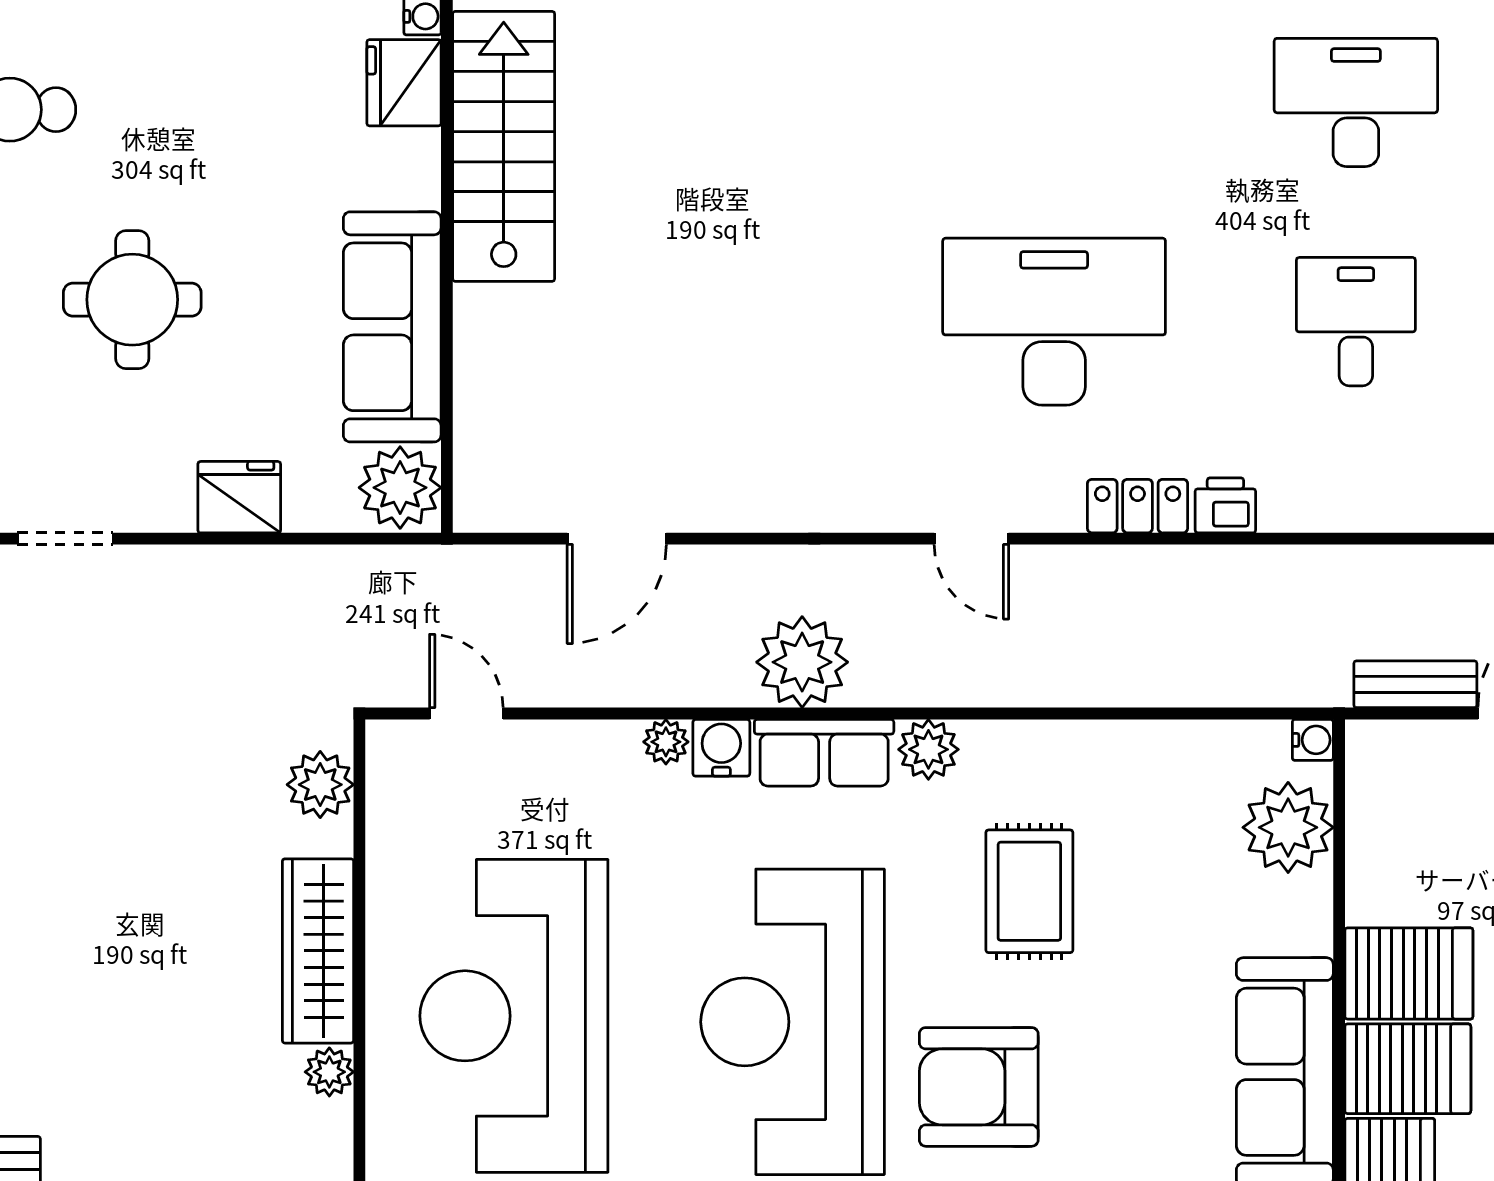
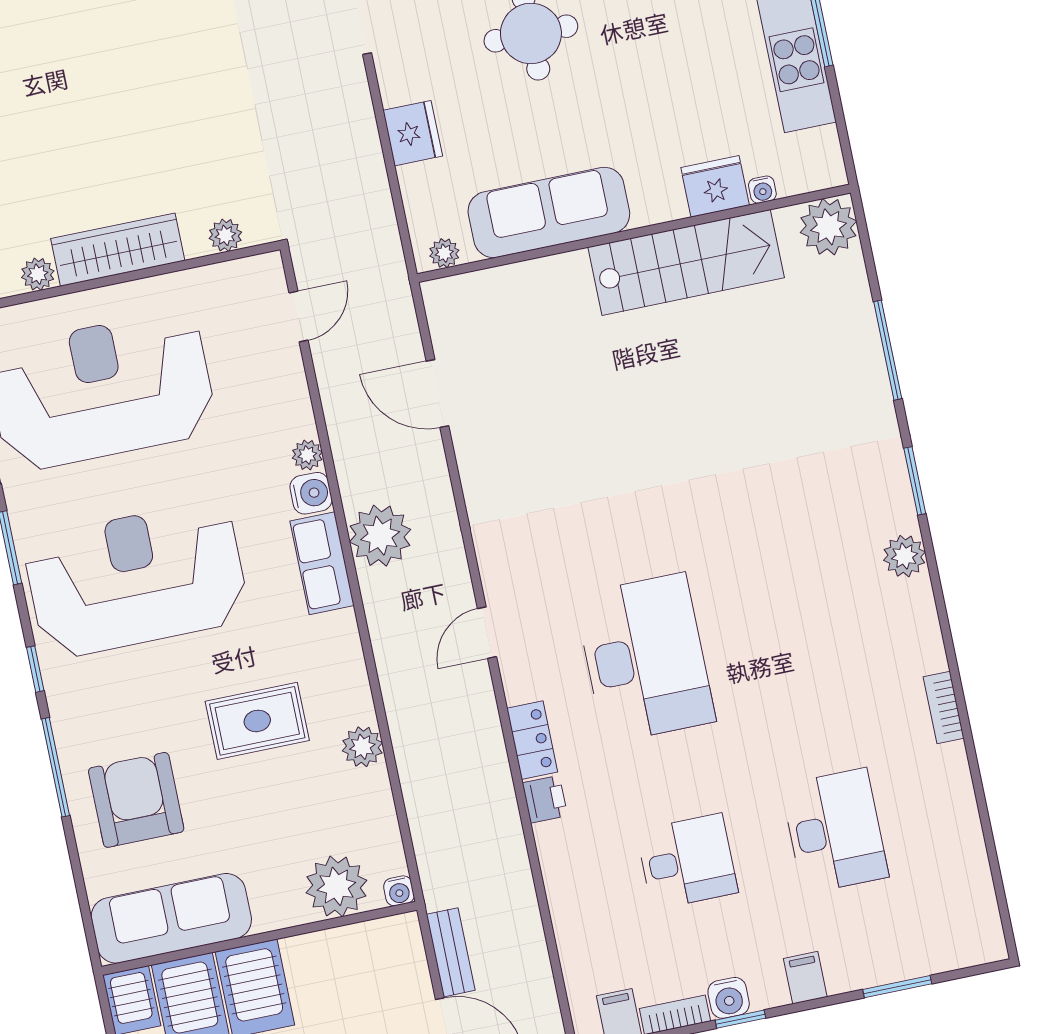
plant: (400, 488) -> (444, 253), width x0.53, depth x0.53
plant: (928, 749) -> (362, 747), moved
plant: (320, 785) -> (225, 235), width x0.73, depth x0.73
armchair: (979, 1087) -> (136, 800), moved

